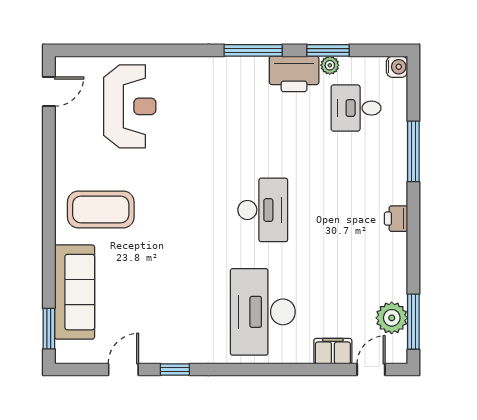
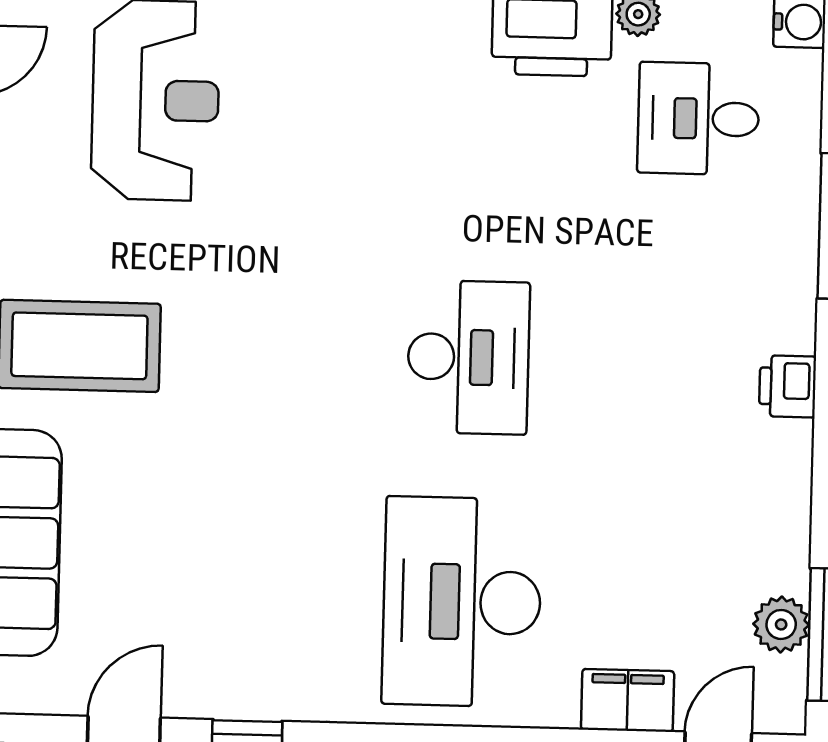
plant: (392, 318) -> (781, 624), width x0.73, depth x0.73

